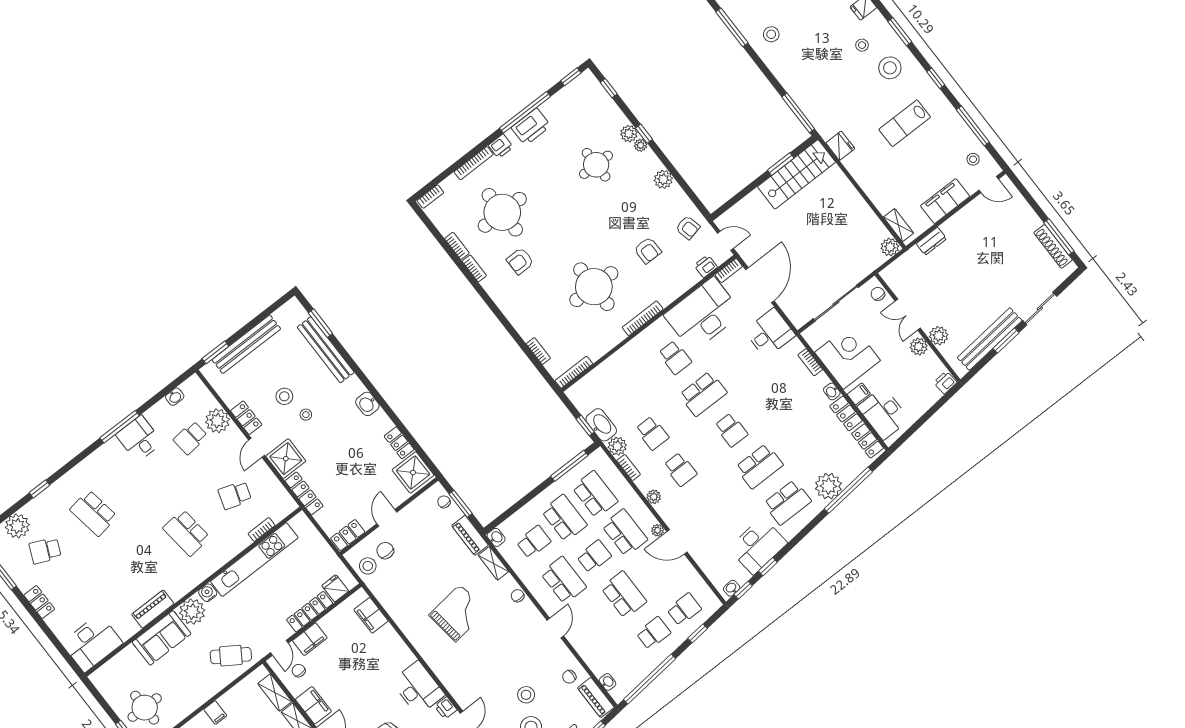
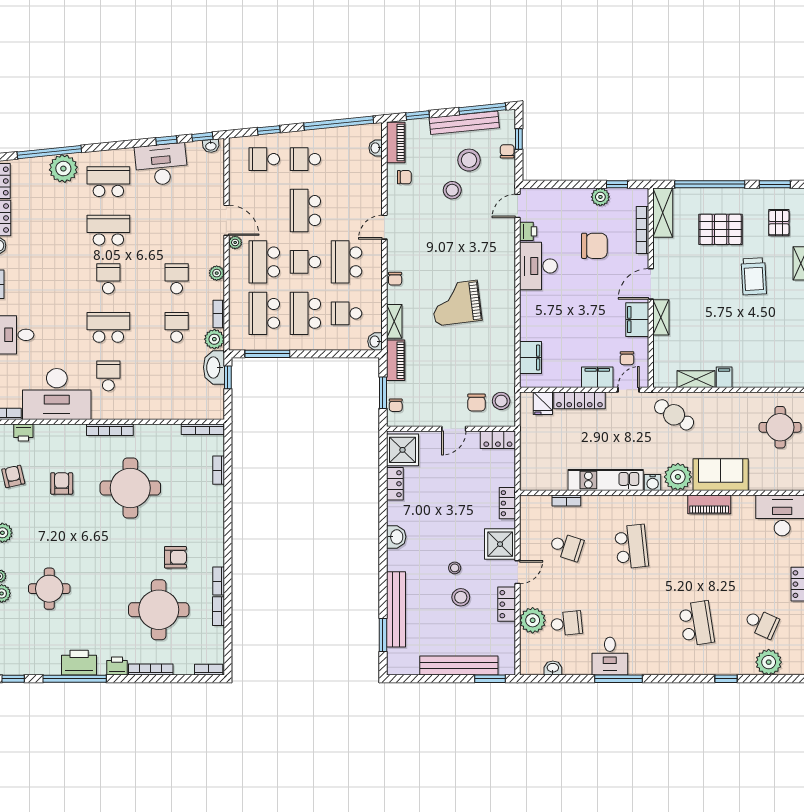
locker: (304, 493) -> (507, 503), width x0.66
kitchen unit: (254, 560) -> (606, 480), width x0.73
shelving: (275, 693) -> (696, 379), moved, turned 90

